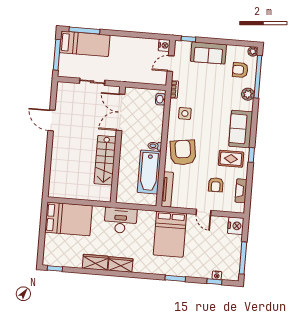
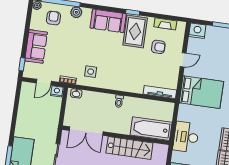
nightstand: (164, 45) -> (57, 91), moved
door: (171, 64) -> (44, 82), hinge flipped
armchair: (240, 70) -> (53, 18), turned 180
armchair: (183, 152) -> (127, 76), removed
rug: (231, 159) -> (135, 31), width x1.36, depth x1.43
bathtub: (149, 172) -> (151, 129), moved, turned 180

